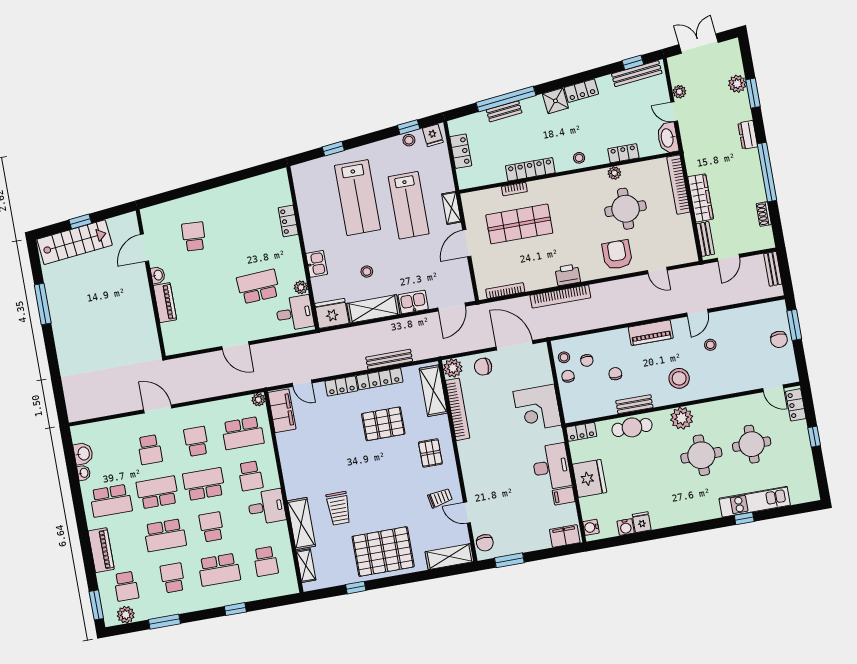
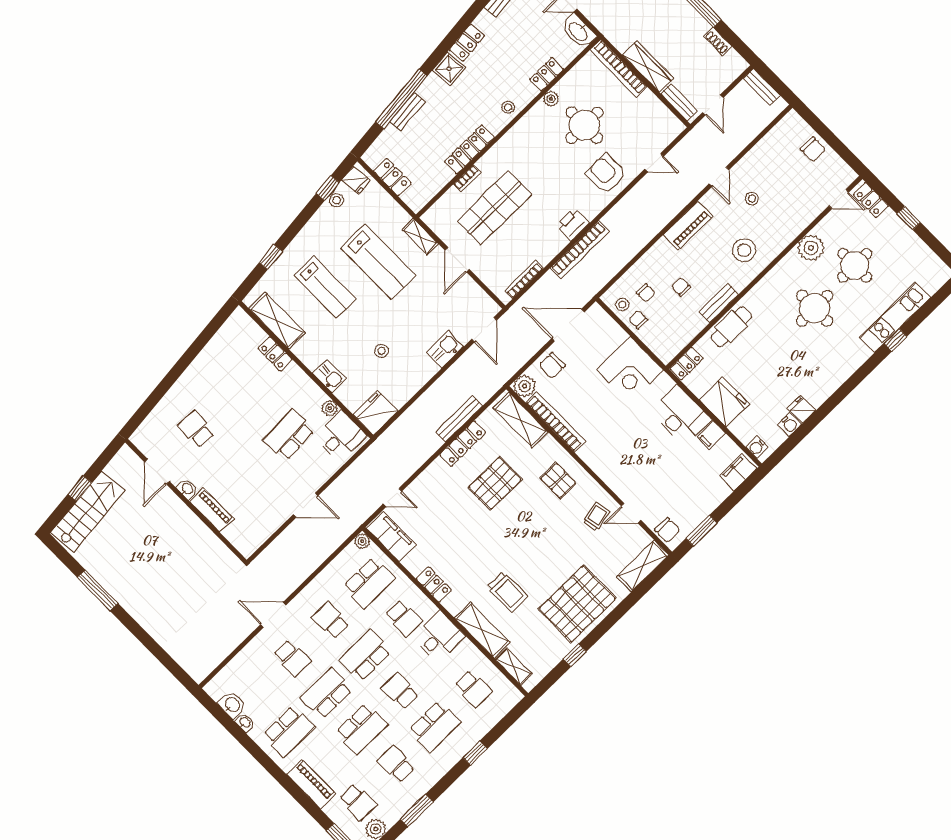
lab bench: (357, 198) -> (325, 287), width x0.73, depth x0.72
shelving: (373, 309) -> (277, 321), moved, turned 90
window: (794, 325) -> (818, 126), removed
locker: (341, 386) -> (434, 585), moved, turned -90
plant: (682, 418) -> (811, 248), moved

